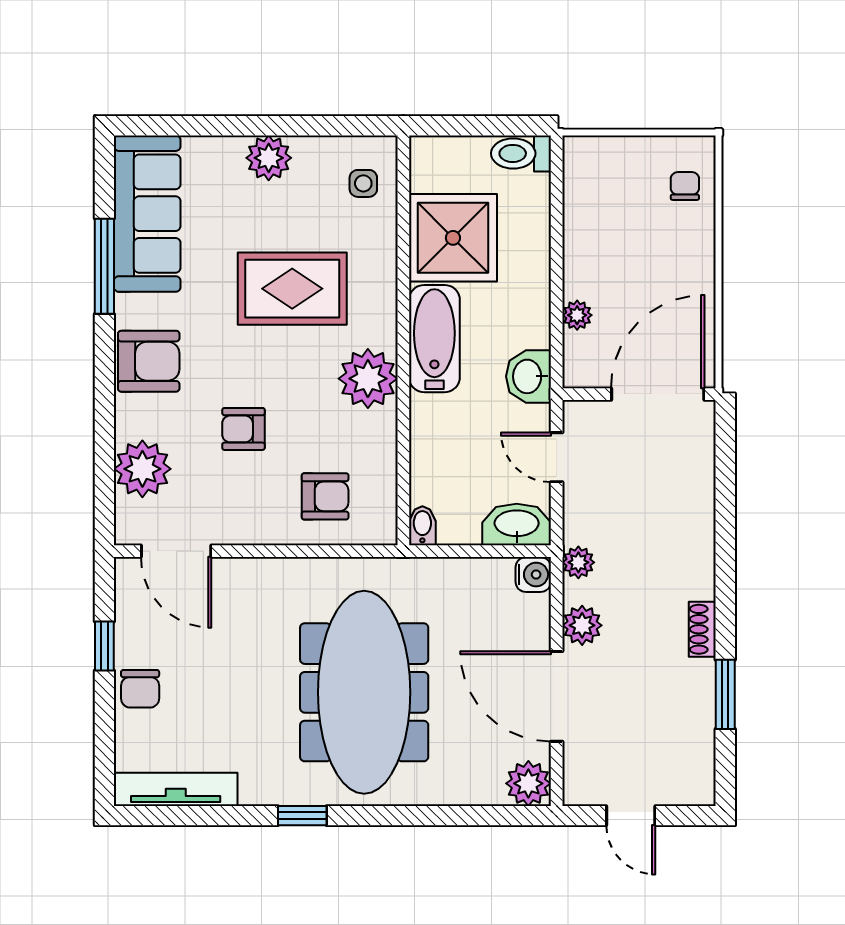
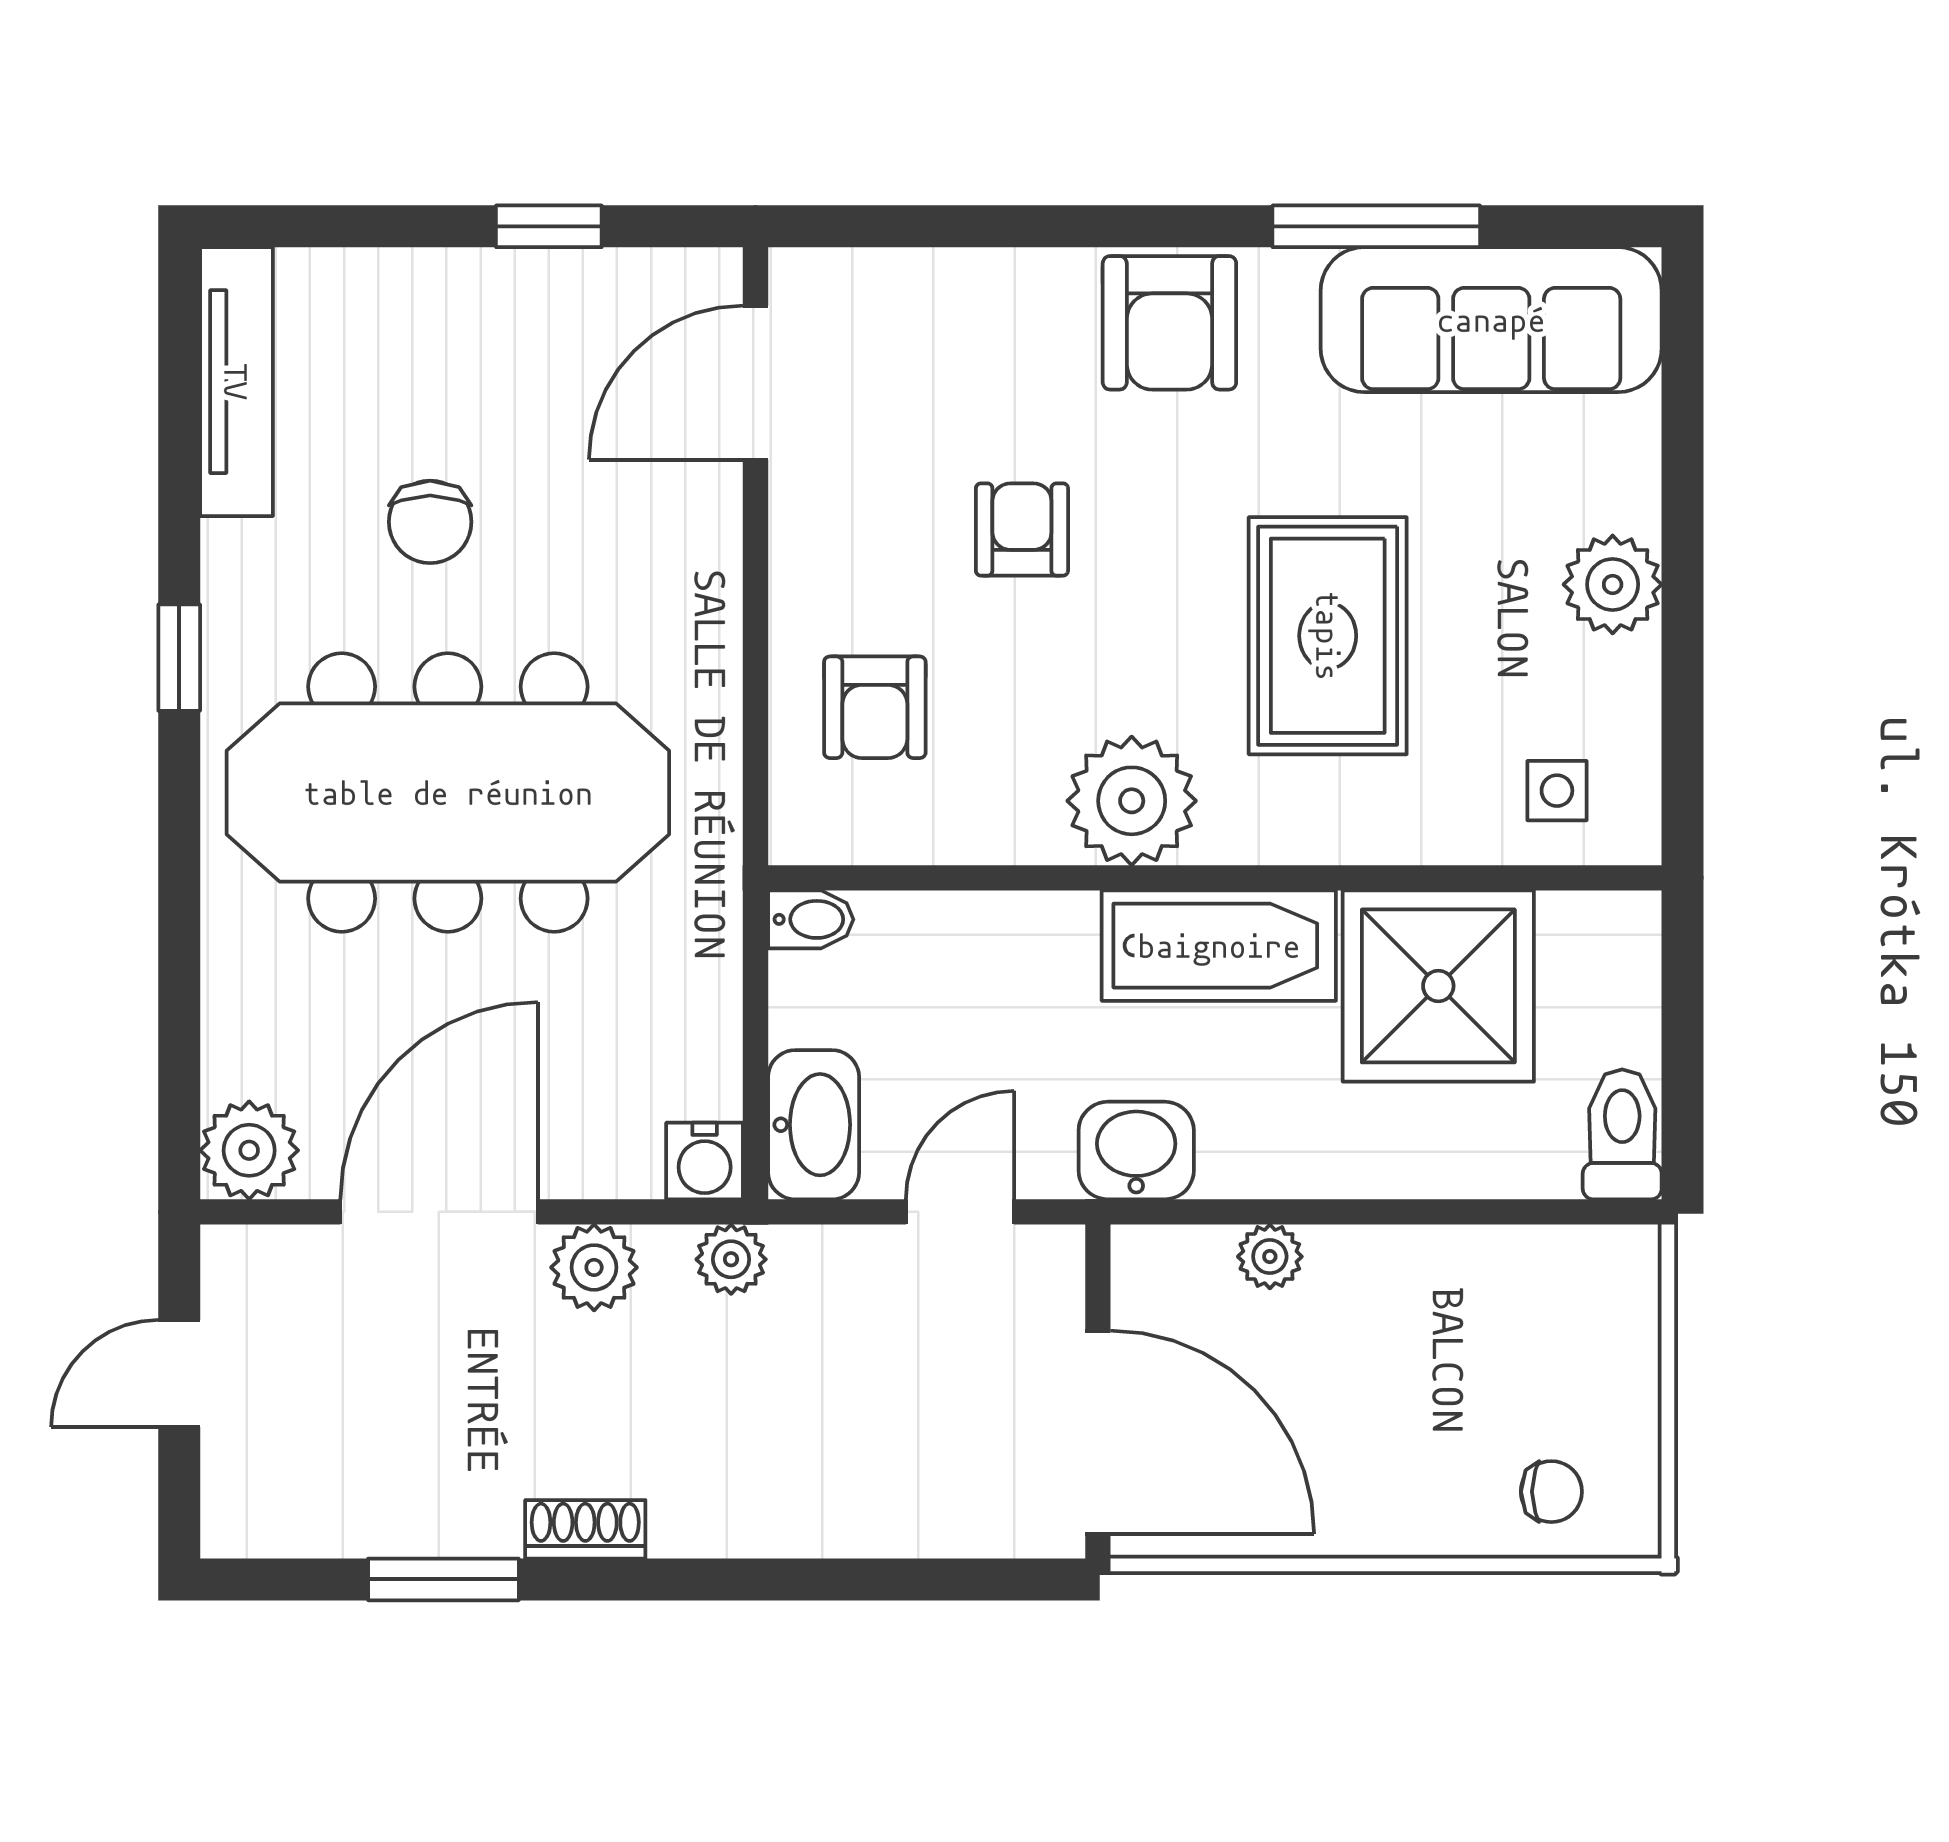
plant: (142, 469) -> (935, 309), removed
chair: (140, 689) -> (430, 522), moved, turned -90

